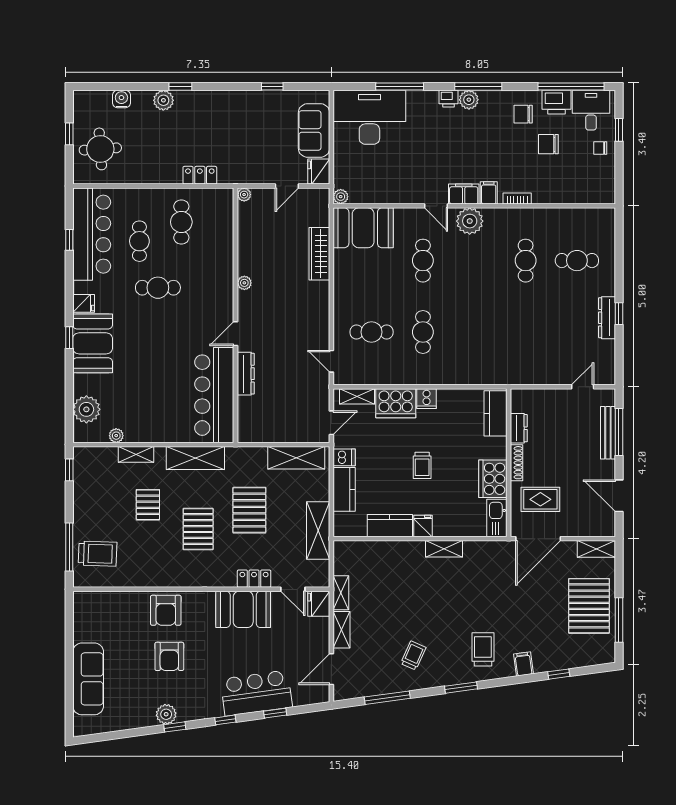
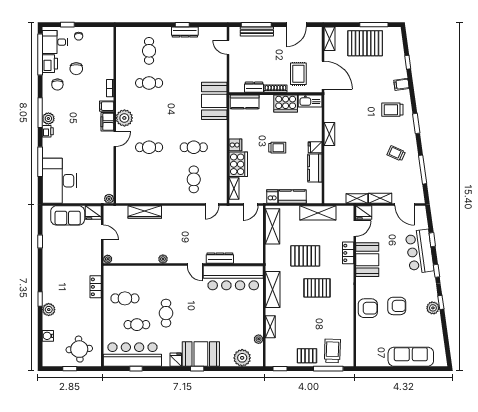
booth: (363, 228) -> (214, 101), moved
door: (331, 423) -> (251, 205), swing flipped
pallet: (148, 505) -> (307, 356), moved

